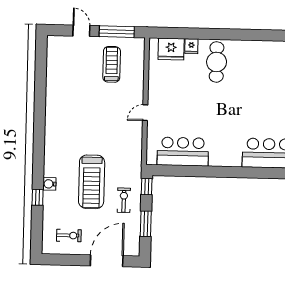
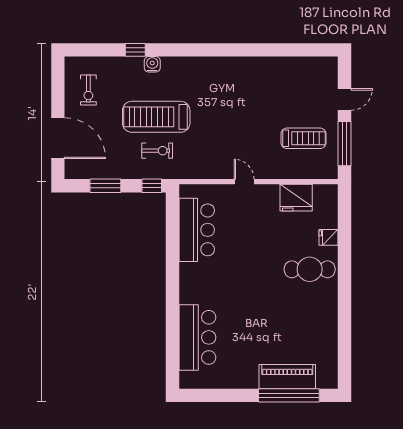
fridge: (171, 49) -> (296, 198), moved, turned -90
exercise bike: (124, 200) -> (157, 151), moved

